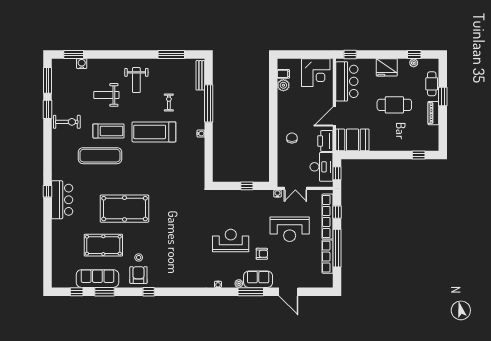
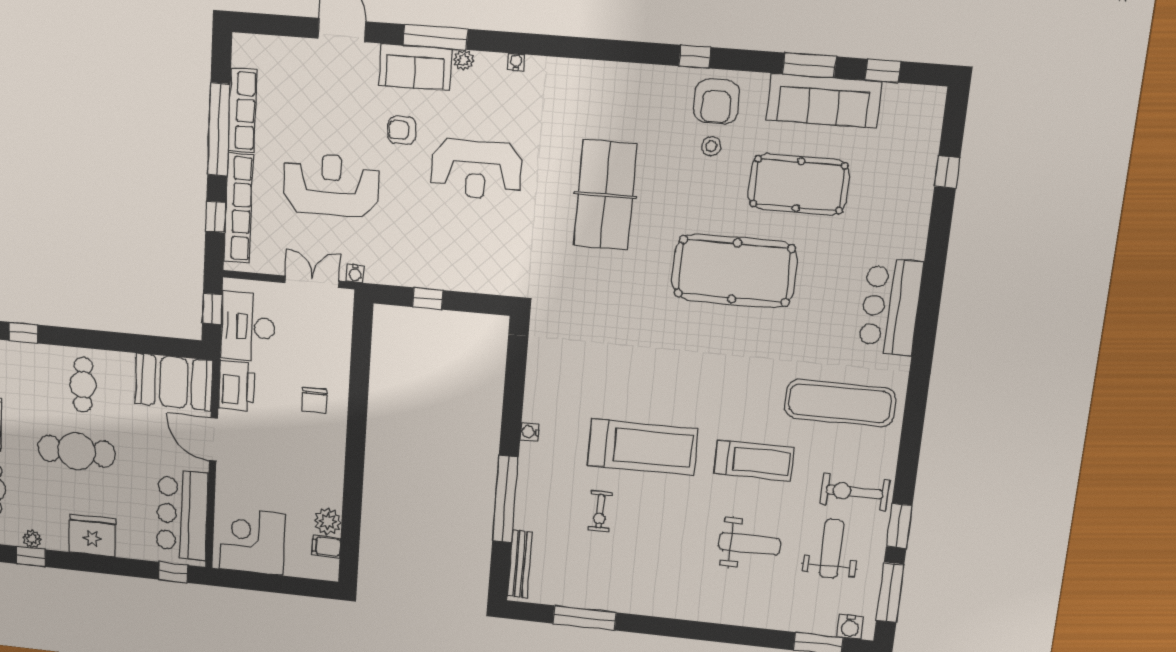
water cooler: (82, 64) -> (850, 627), moved
weight bench: (136, 80) -> (831, 549), moved
door: (334, 116) -> (213, 439), swing flipped
treadmill: (108, 131) -> (754, 460), turned 180
cafe table: (392, 135) -> (83, 385), added
exercise mat: (100, 156) -> (840, 403), moved
window: (47, 191) -> (947, 172), moved
table tennis table: (178, 235) -> (605, 195), added

